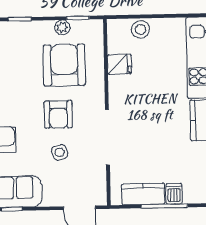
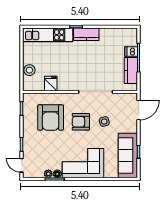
plant: (62, 27) -> (27, 118), removed
armchair: (64, 65) -> (51, 118), turned -90
armchair: (58, 114) -> (81, 122), turned 180

